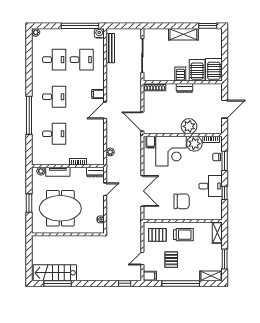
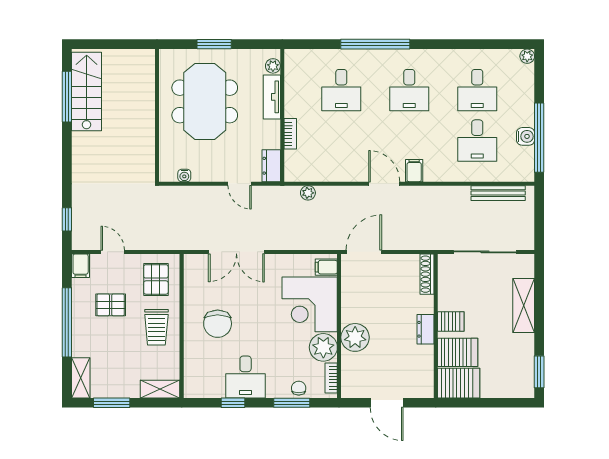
water cooler: (99, 33) -> (526, 136), moved
shelving: (183, 34) -> (524, 306), moved

